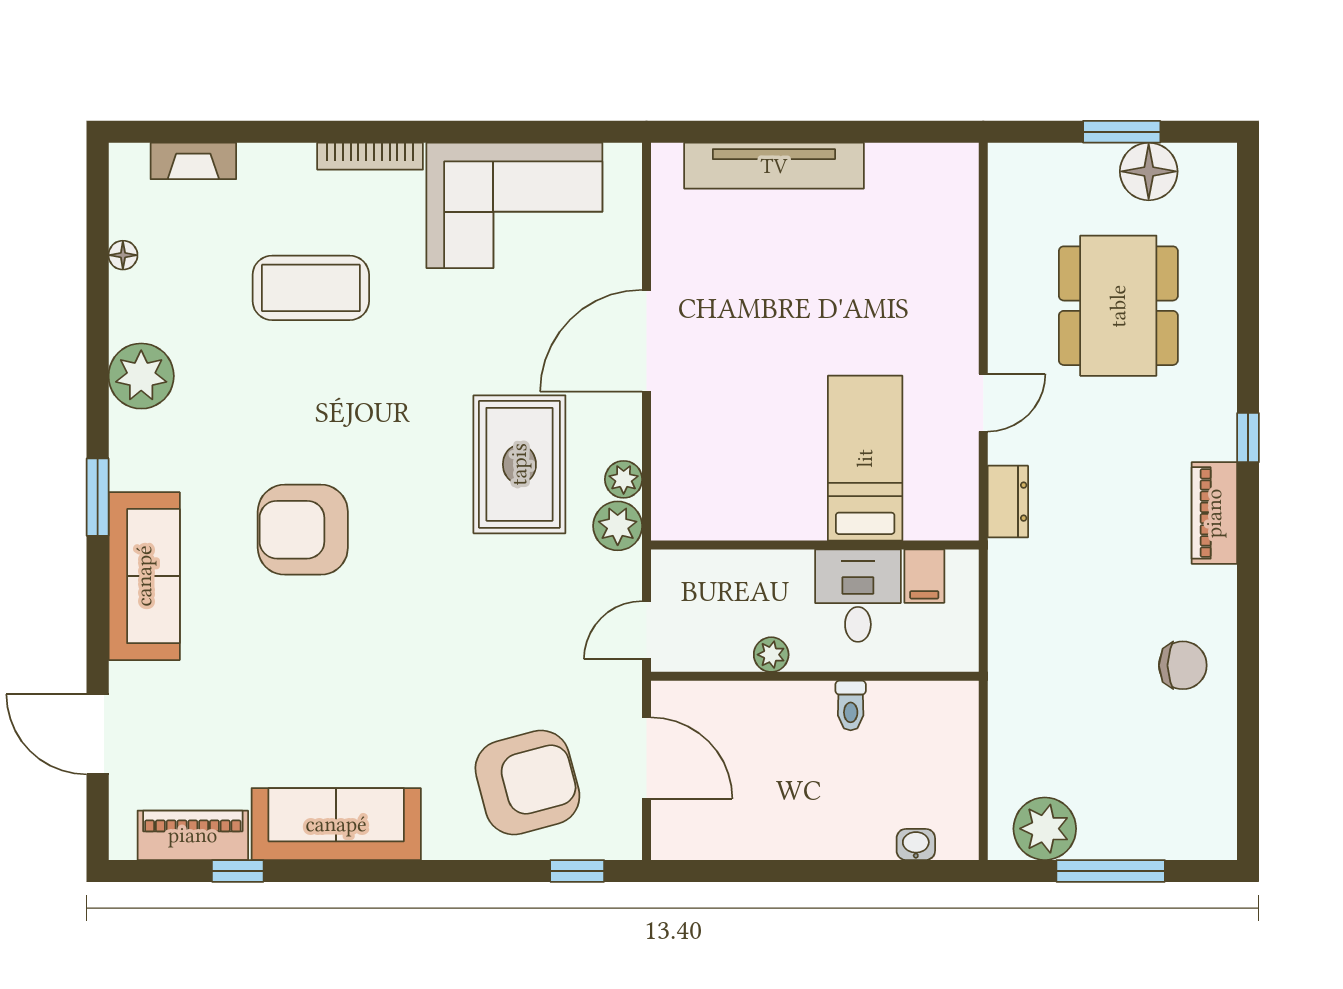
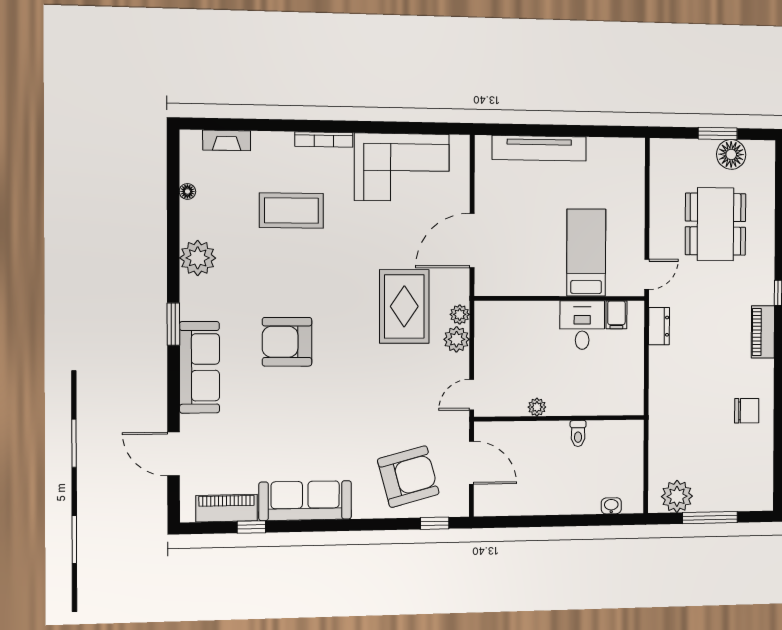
bed: (865, 458) -> (586, 253), moved
wall: (815, 545) -> (560, 298), moved
filing cabinet: (924, 576) -> (616, 315), moved
desk: (858, 596) -> (582, 325), moved

